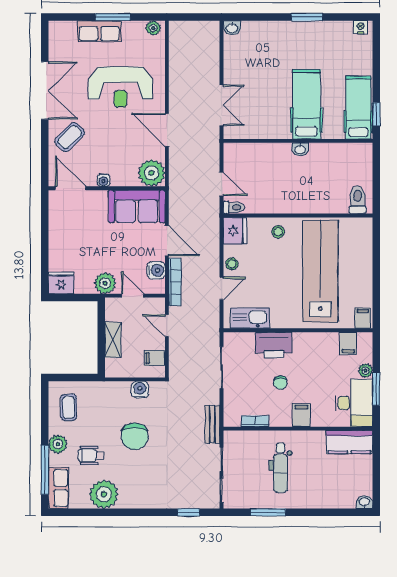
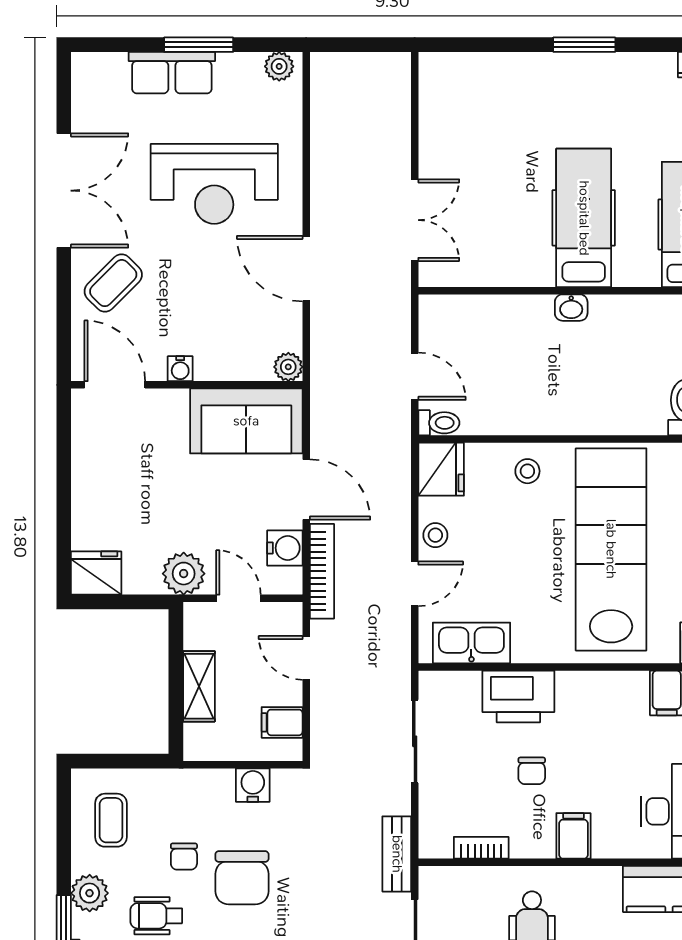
washbasin: (232, 28) -> (436, 66), removed
plant: (152, 173) -> (288, 367), width x0.53, depth x0.53
chair: (105, 426) -> (184, 857), added

